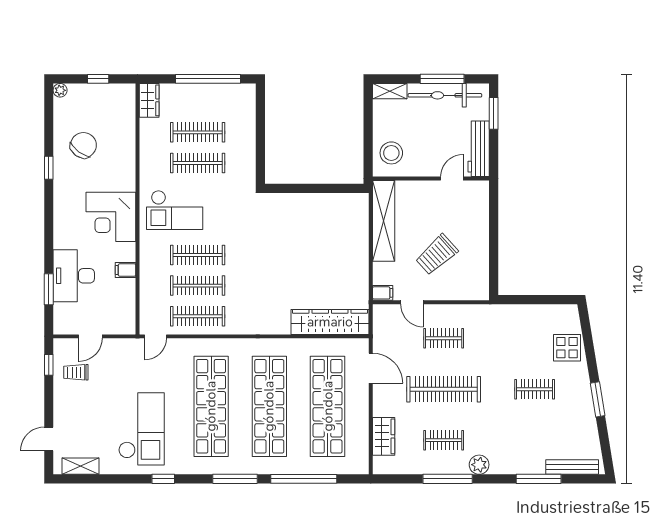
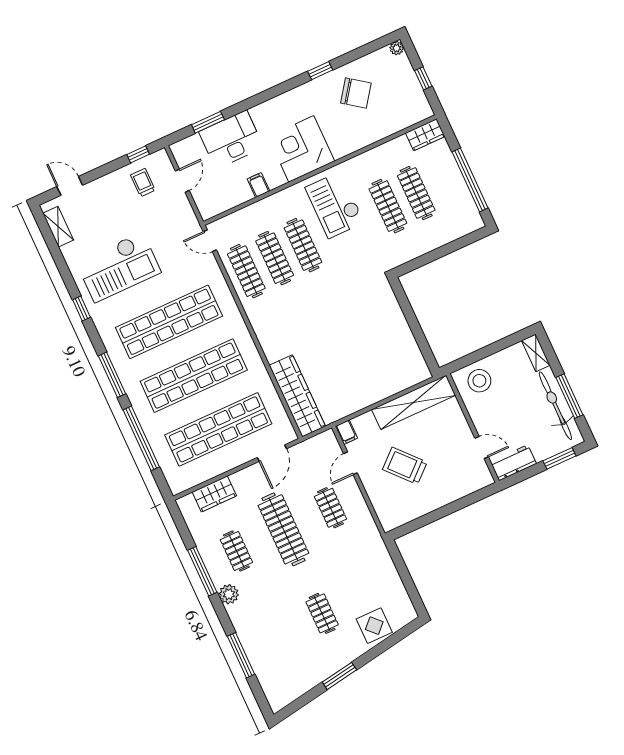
workbench: (479, 149) -> (513, 463), width x0.73
door: (90, 336) -> (182, 181), swing flipped
bench: (572, 467) -> (266, 681), removed

